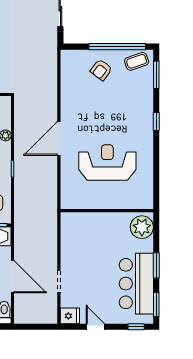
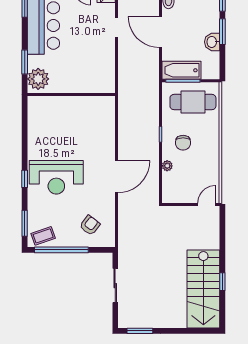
armchair: (101, 70) -> (90, 225), moved
door: (59, 139) -> (117, 177), moved
reception desk: (107, 163) -> (56, 177), moved
window: (156, 265) -> (25, 62), moved

